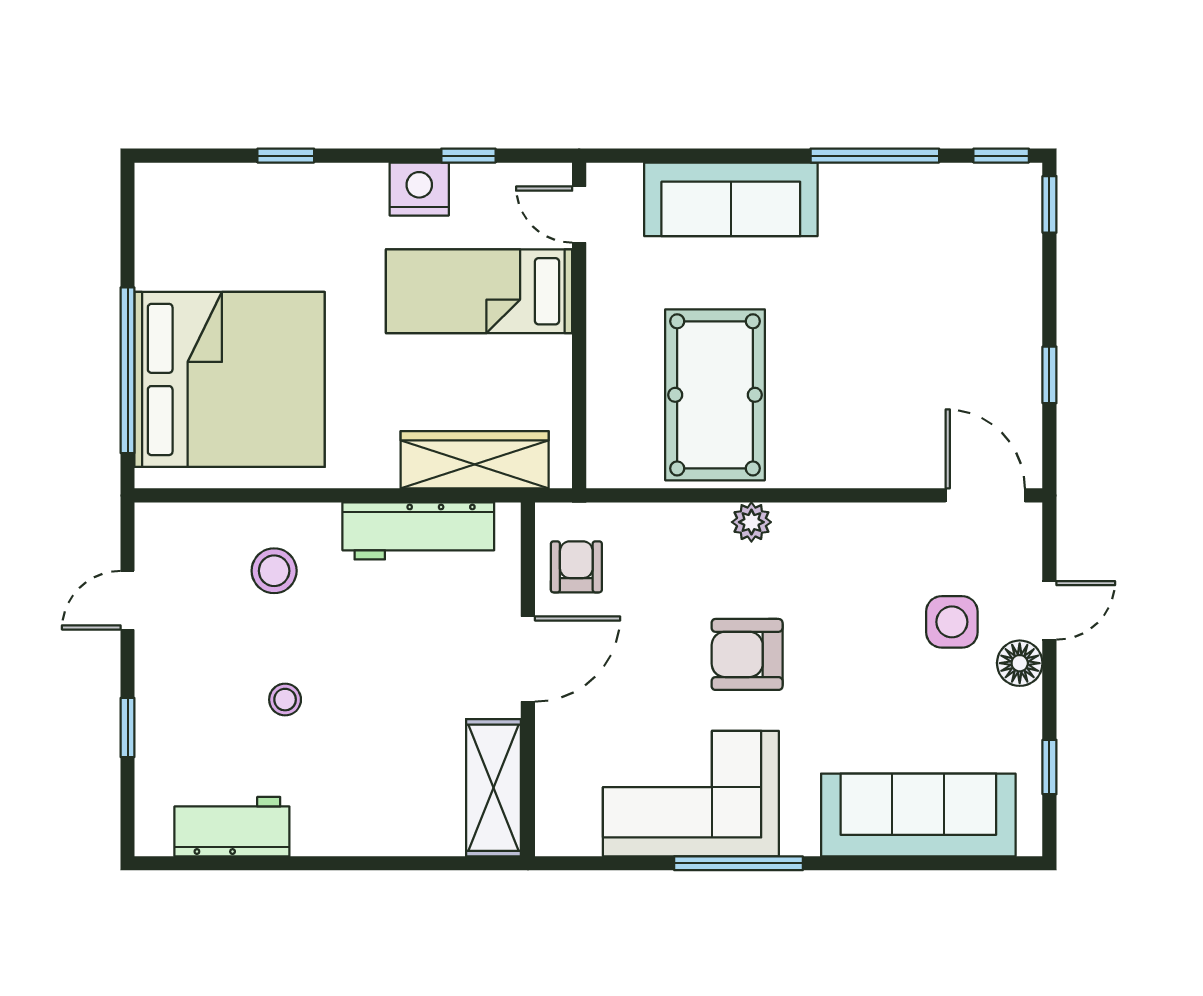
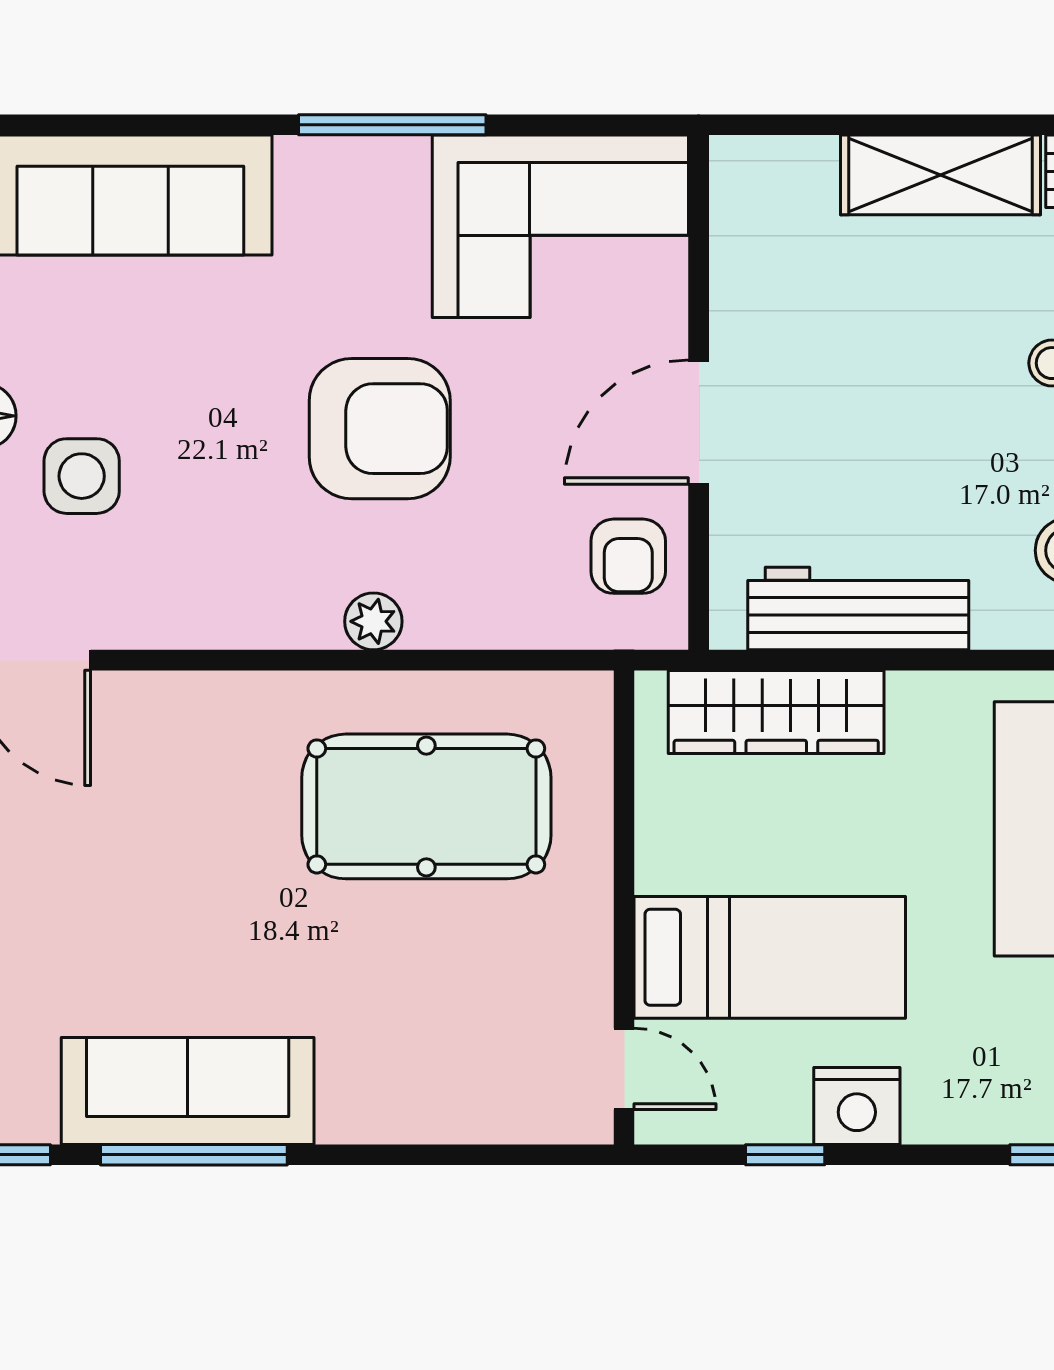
sofa: (731, 199) -> (188, 1091), moved
pool table: (715, 395) -> (426, 806), turned 90
armchair: (747, 654) -> (380, 429), width x1.36, depth x1.36
shelving: (494, 788) -> (940, 175), moved, turned 90
corner sofa: (691, 794) -> (560, 226), moved

